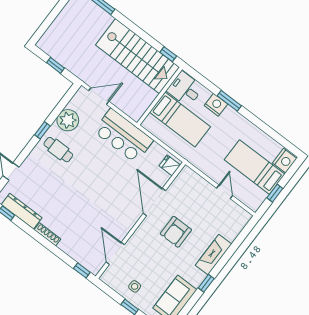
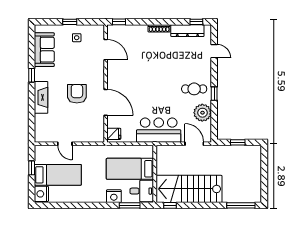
door: (99, 96) -> (194, 144), swing flipped
window: (229, 101) -> (130, 205), moved

